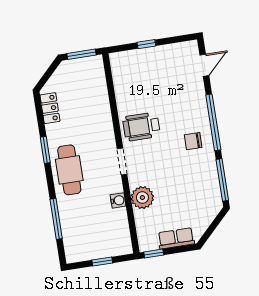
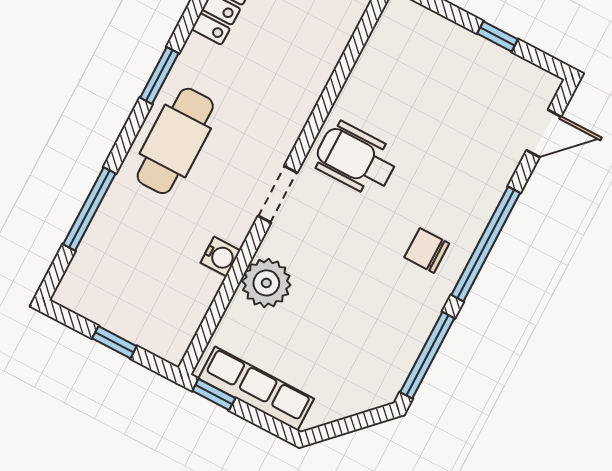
window: (146, 44) -> (497, 36), moved
row of seats: (176, 238) -> (256, 389), width x1.48

